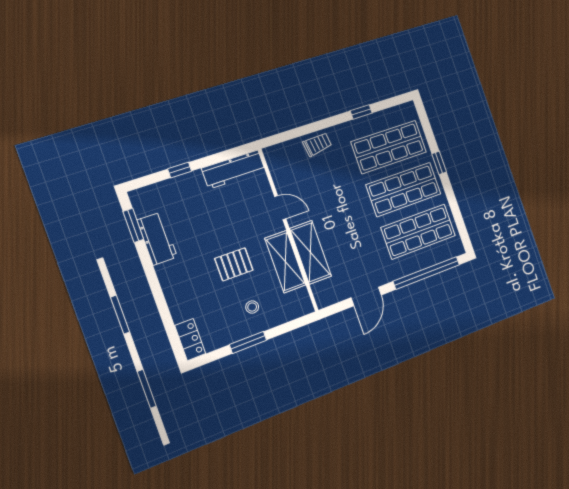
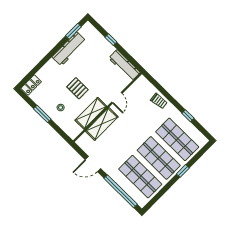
workbench: (157, 239) -> (69, 49), width x1.38

